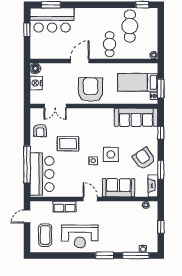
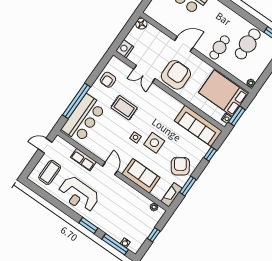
bed: (138, 82) -> (223, 93), width x1.50
nightstand: (36, 83) -> (125, 49), moved
double door: (55, 106) -> (144, 74), moved

